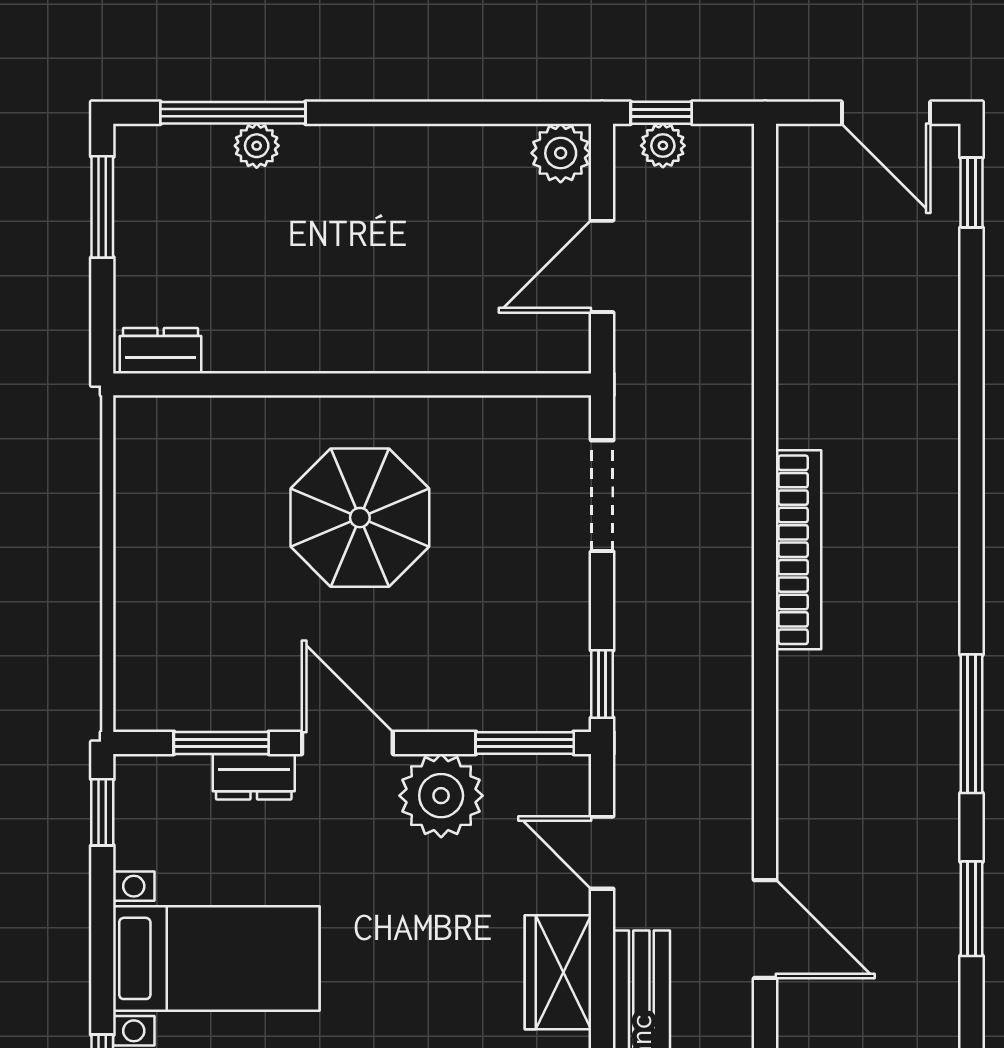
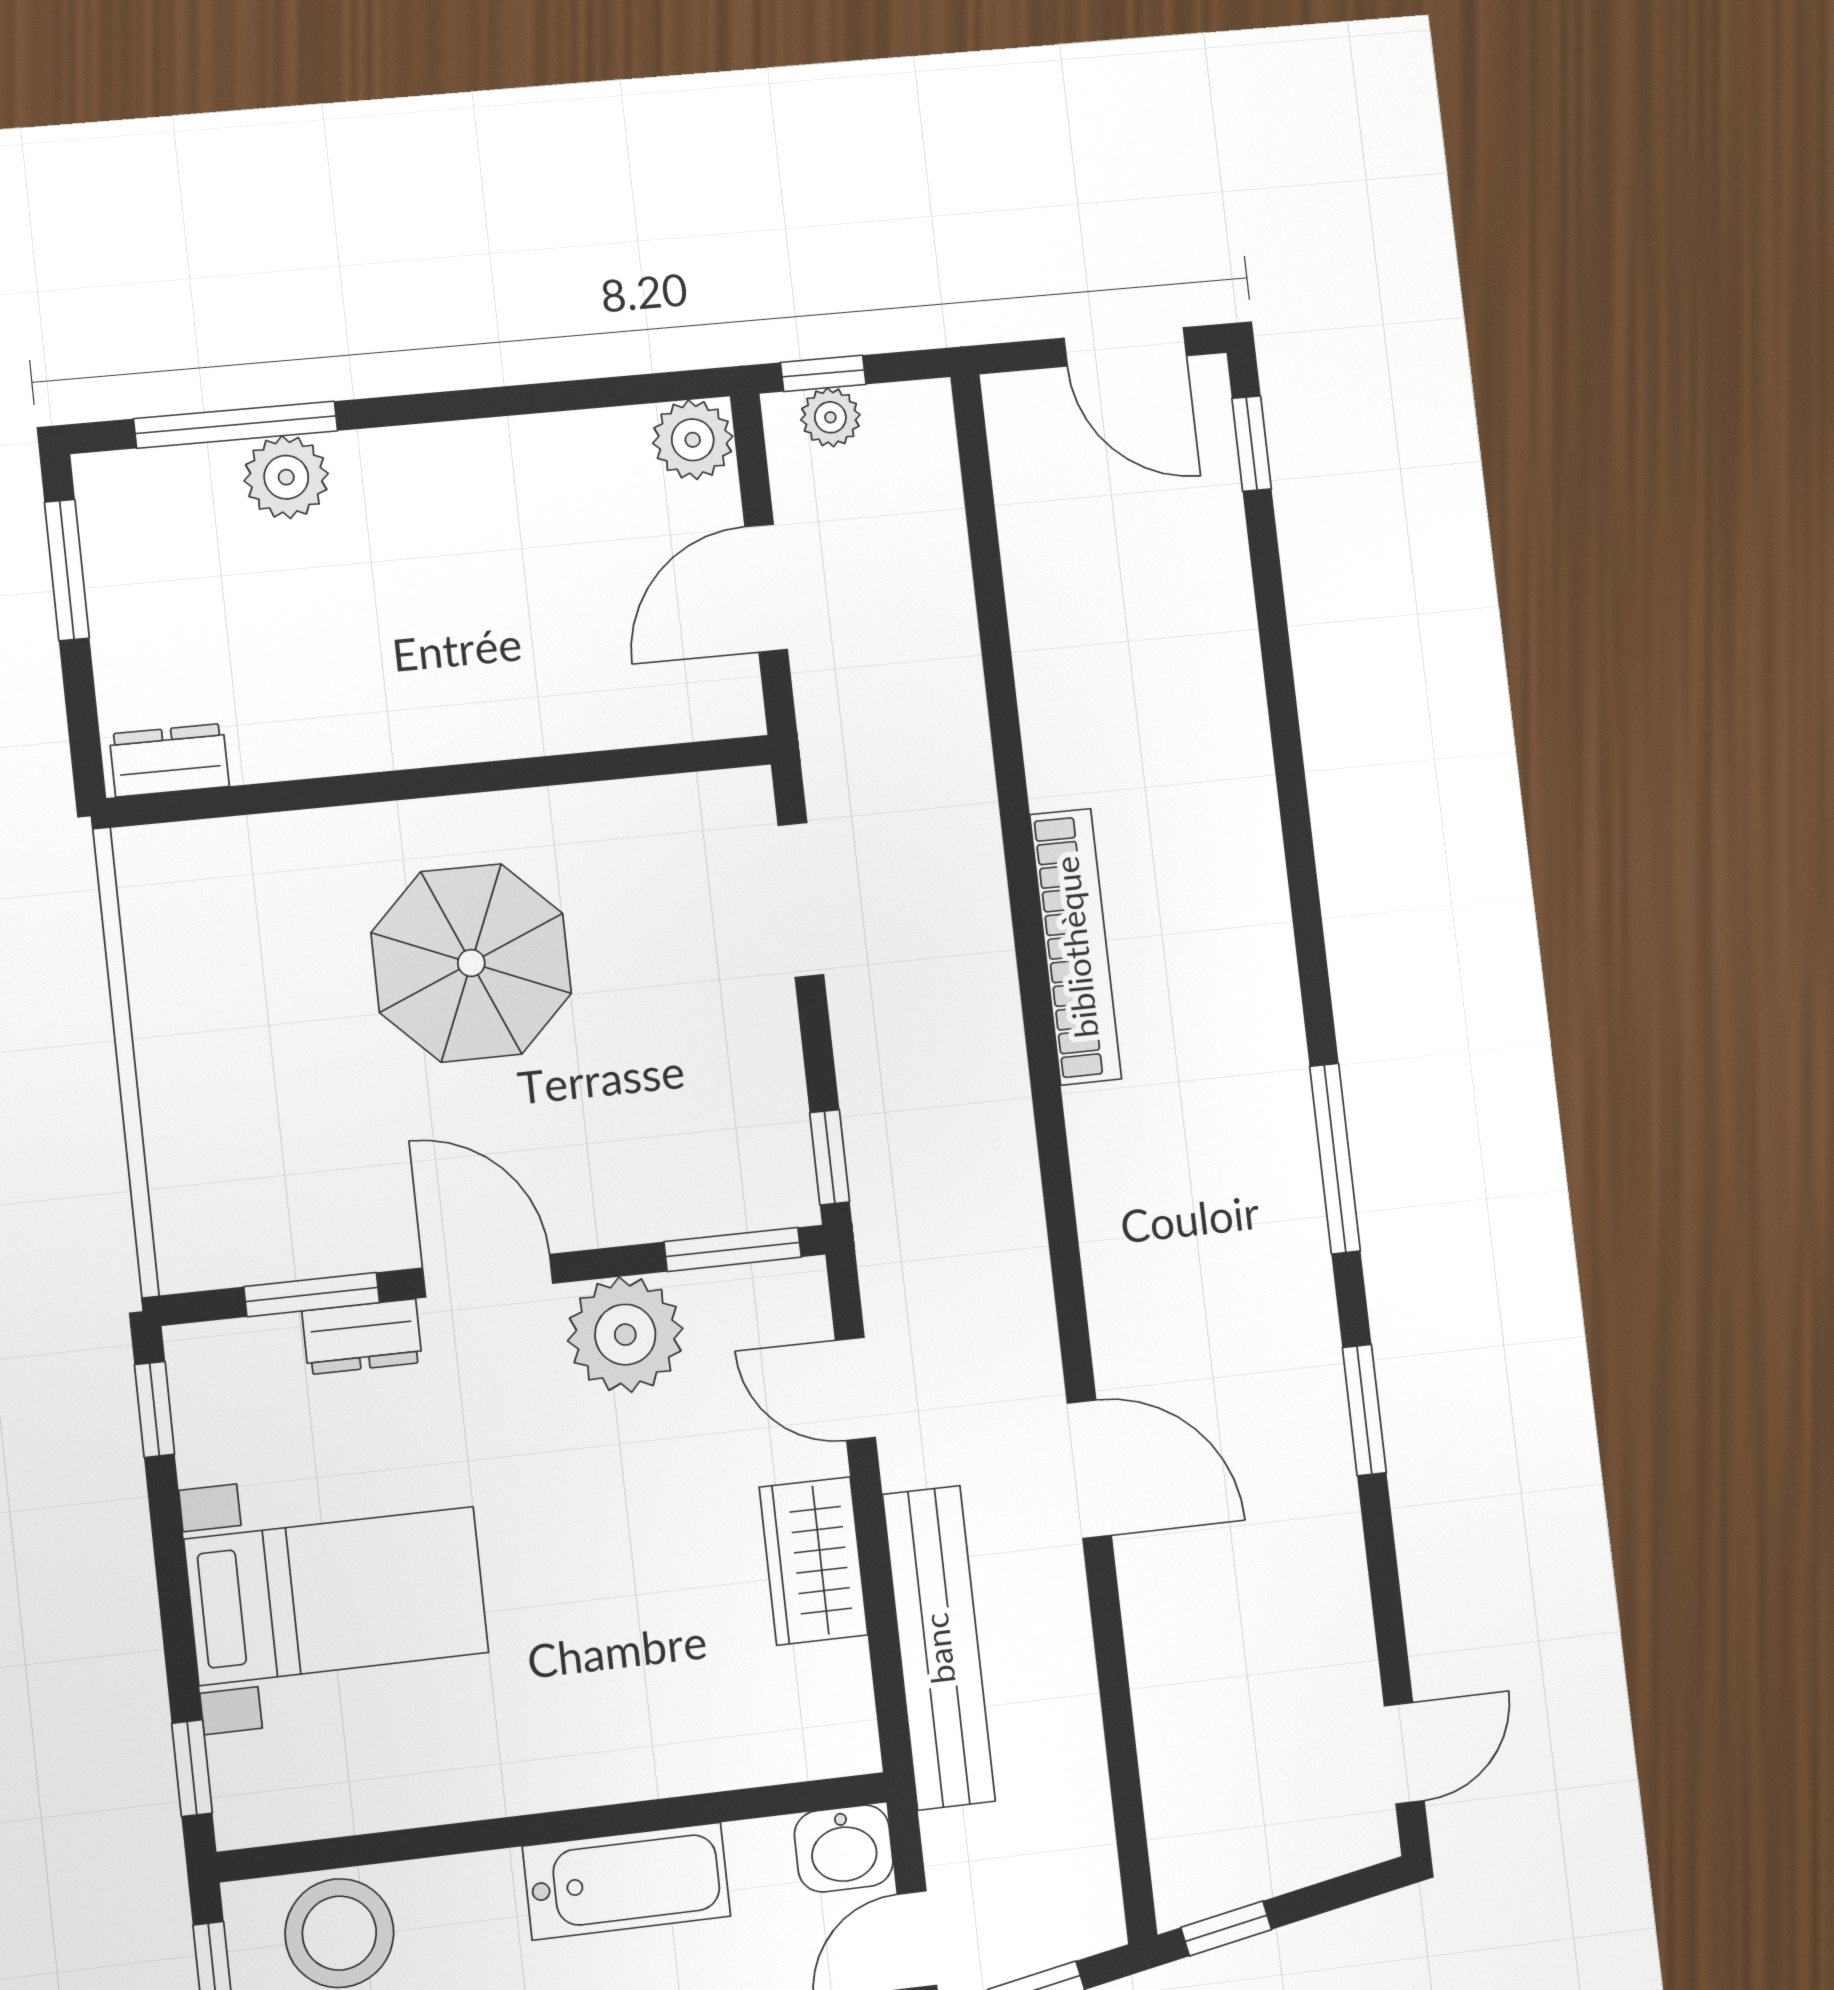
plant: (257, 146) -> (286, 477), width x1.38, depth x1.38

